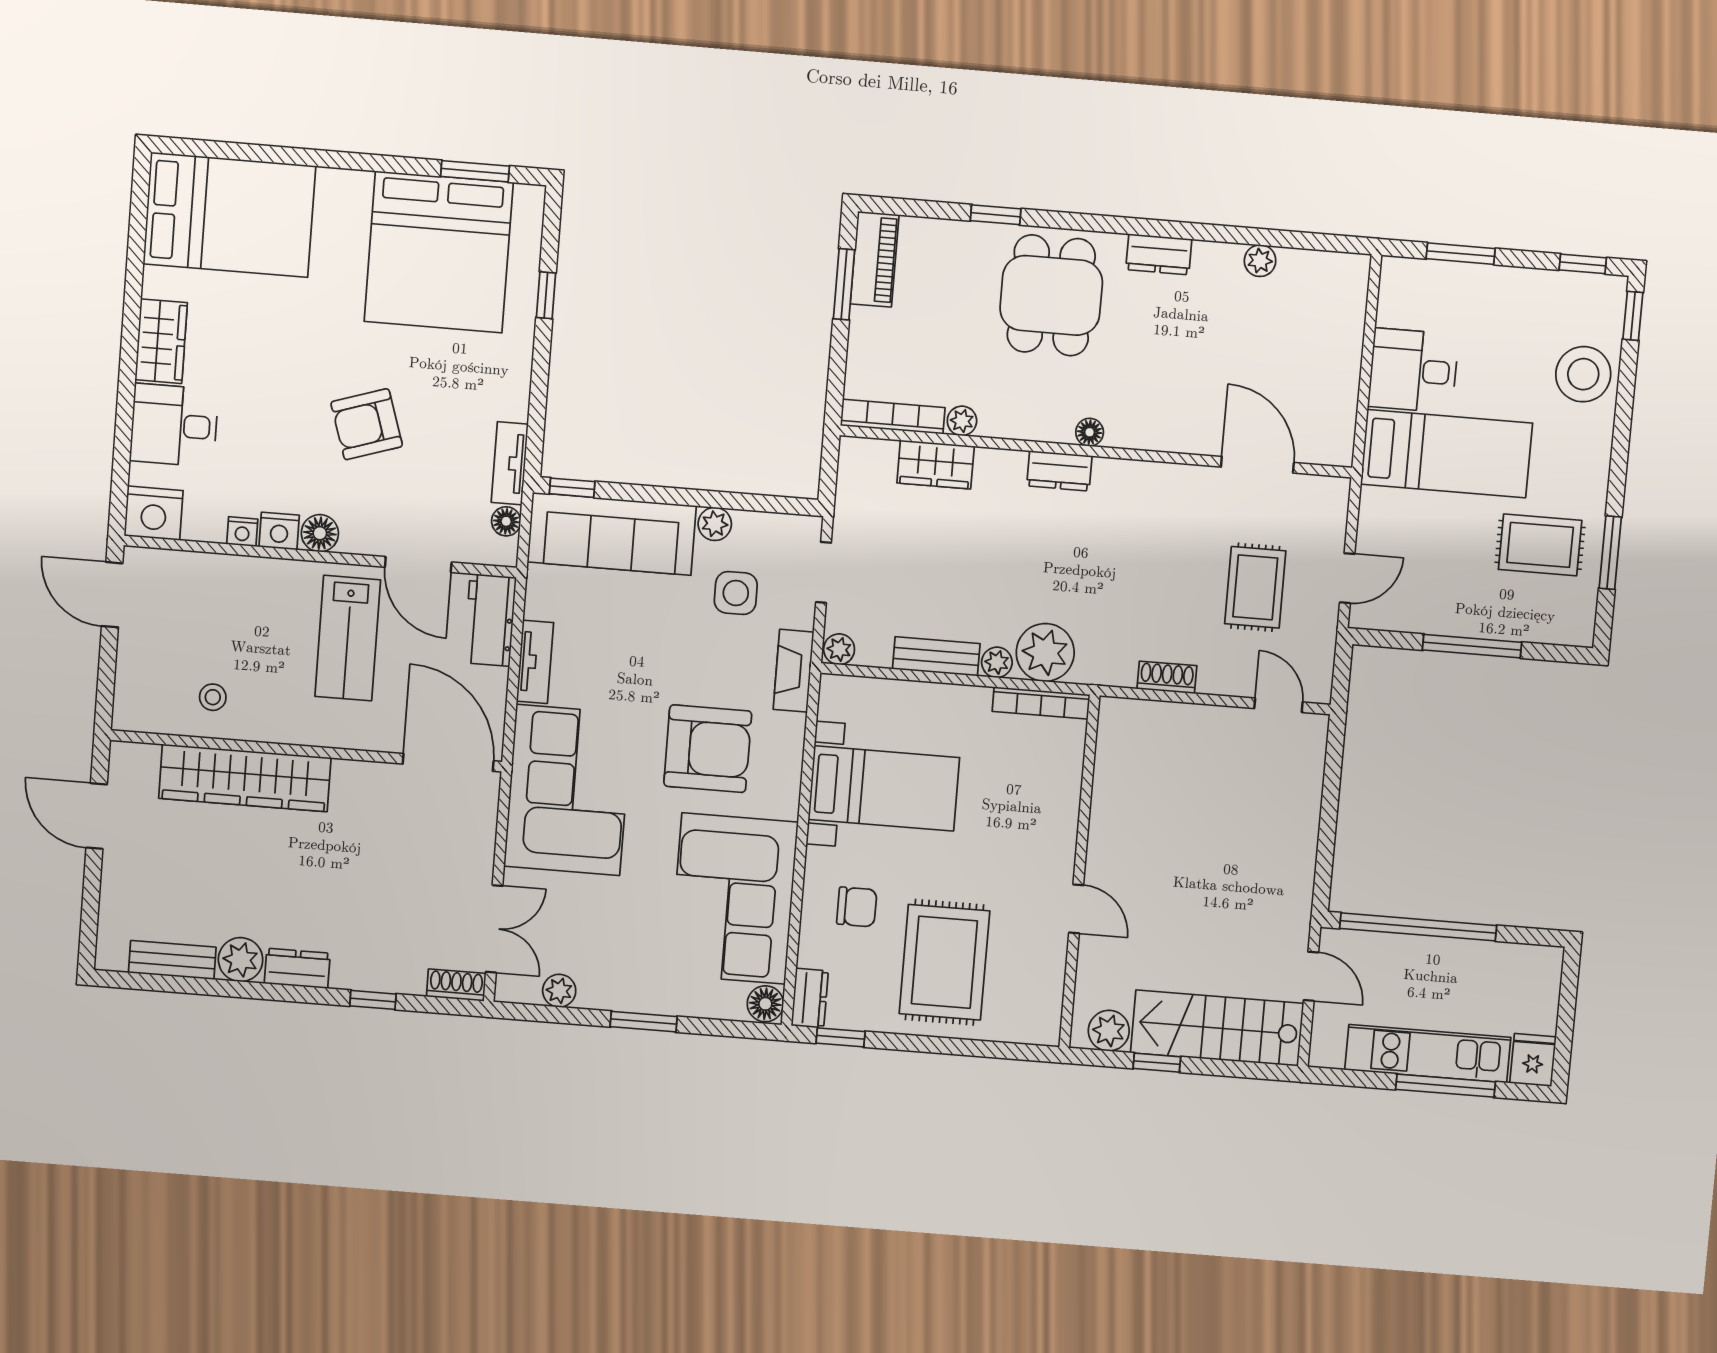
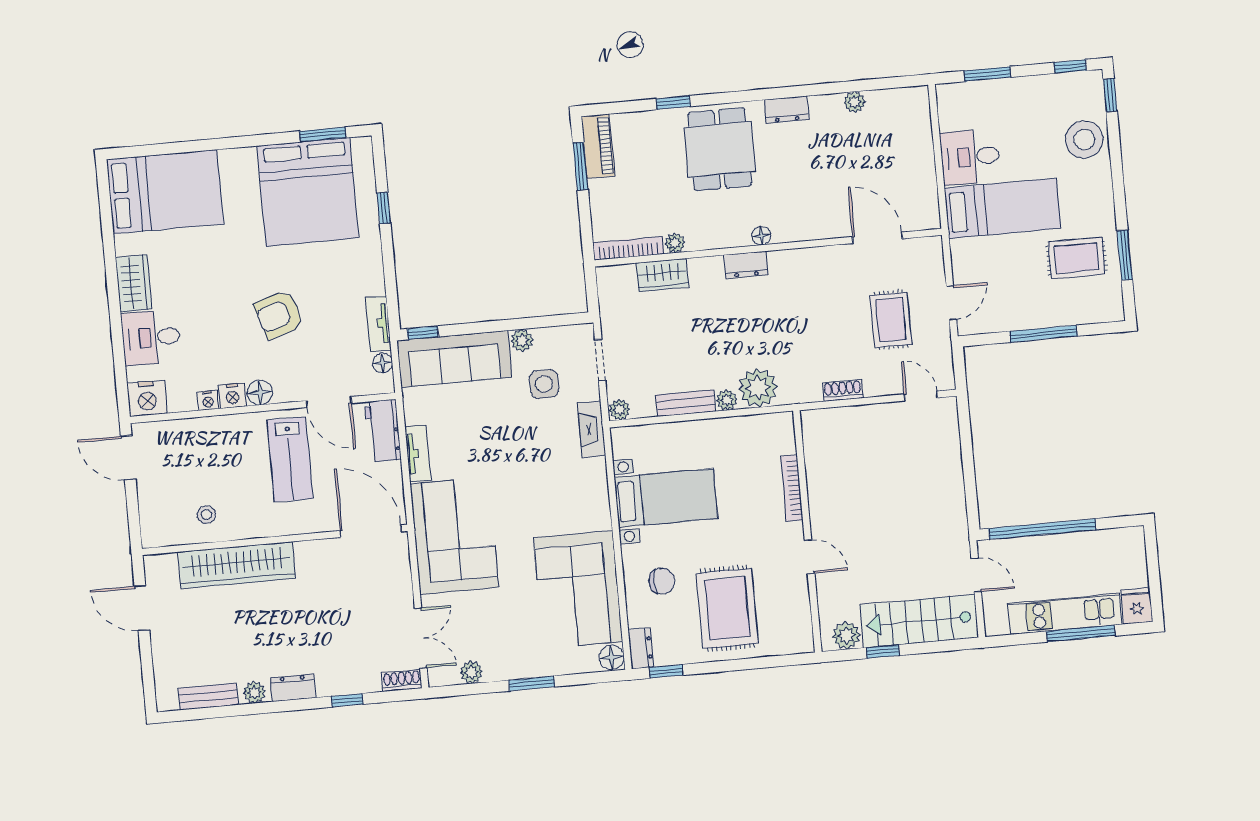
bookcase: (1041, 703) -> (792, 488), moved, turned 90
armchair: (708, 749) -> (543, 492), removed
plant: (241, 960) -> (254, 692), width x0.73, depth x0.73

